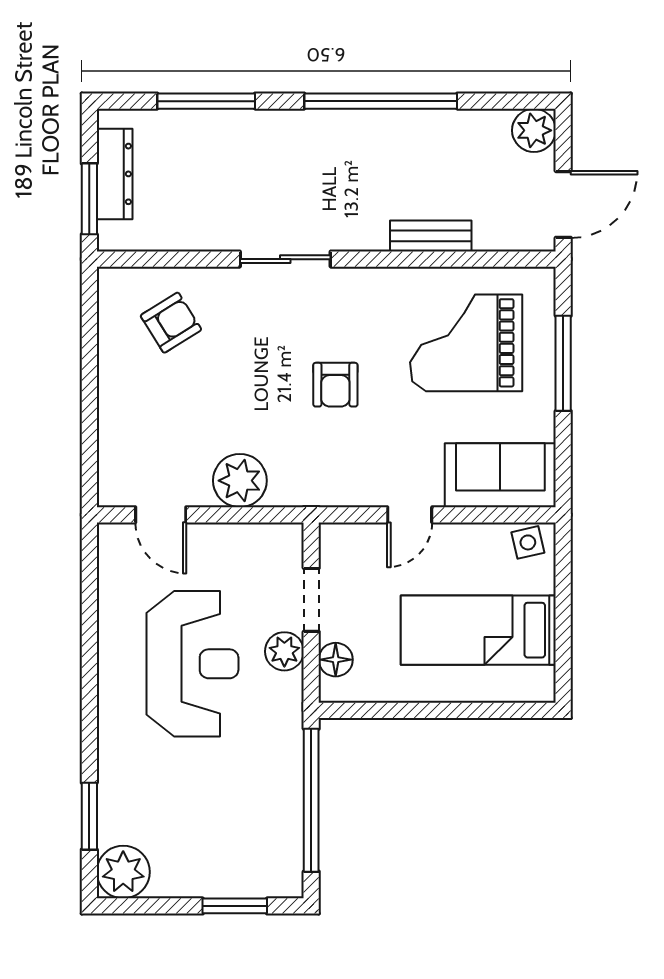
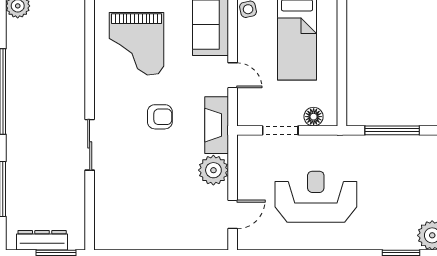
bench: (431, 236) -> (77, 64), removed
armchair: (171, 323) -> (125, 209), removed
fireplace: (321, 486) -> (217, 125), added
plant: (284, 651) -> (309, 145), removed
window: (311, 800) -> (392, 130), width x0.68

